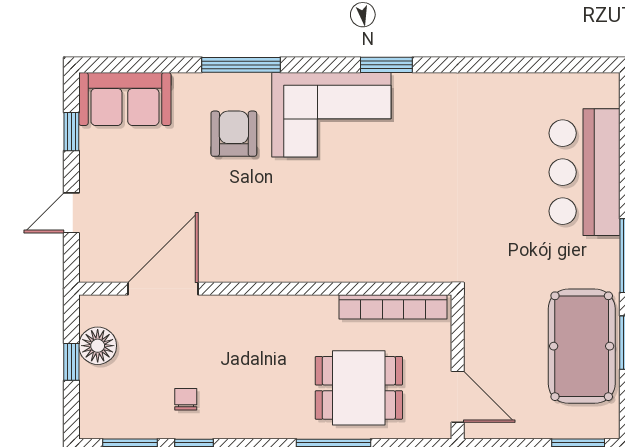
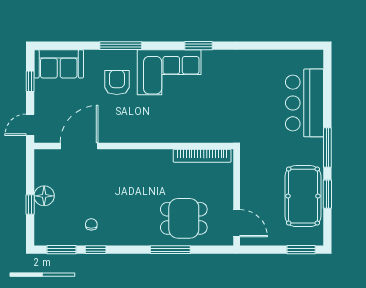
door: (163, 289) -> (79, 146), moved
wall: (265, 289) -> (134, 146), moved
bookcase: (393, 307) -> (202, 156), moved

